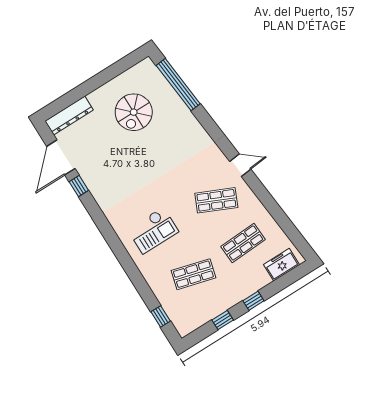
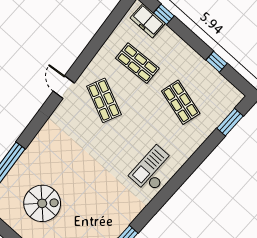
checkout: (153, 231) -> (153, 170), moved, turned -90
window: (253, 301) -> (164, 14), moved
window: (161, 316) -> (230, 122), width x1.50

